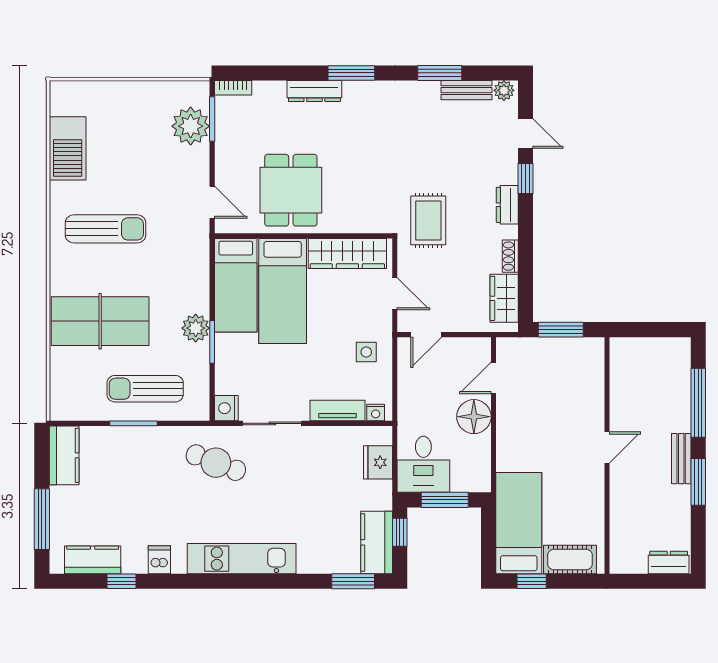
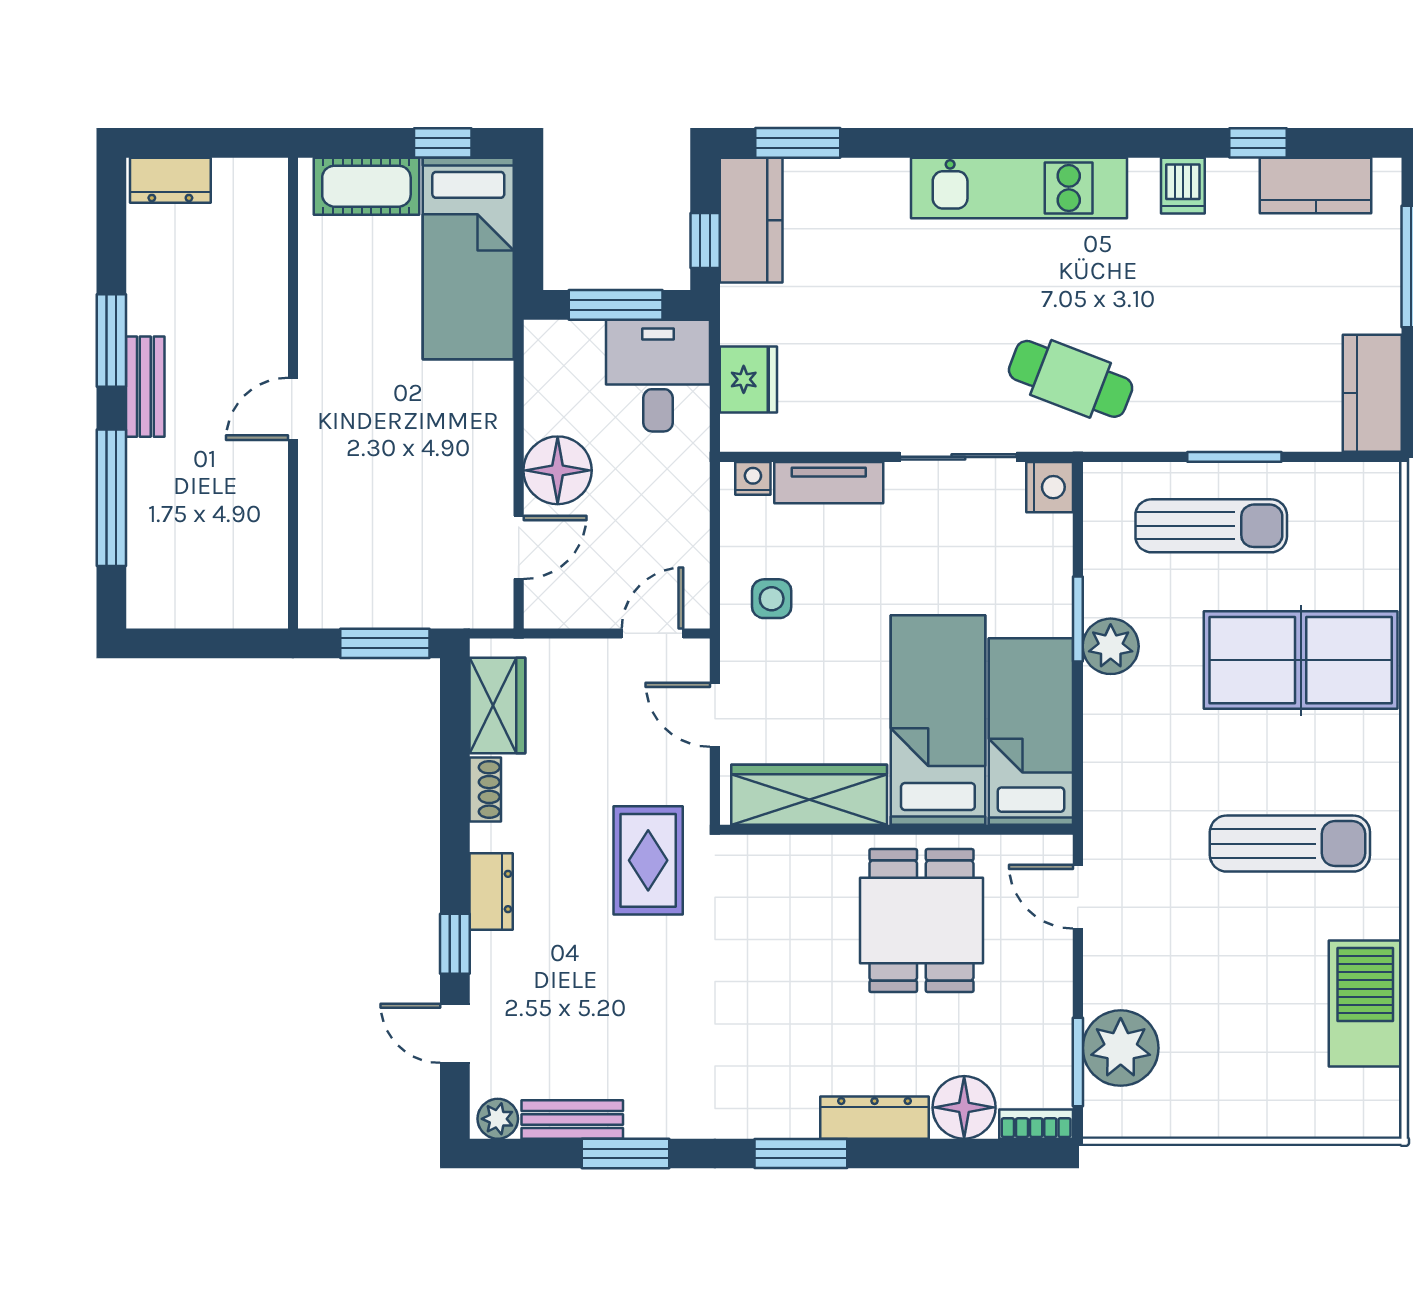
floor lamp: (269, 96) -> (964, 1107), added
sun lounger: (106, 229) -> (1290, 844), turned 180

